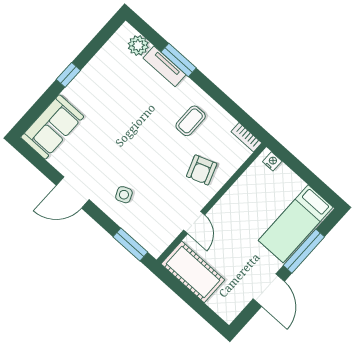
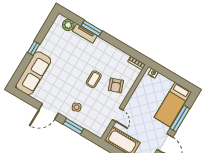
coffee table: (191, 121) -> (94, 79), moved
sofa: (52, 127) -> (33, 73), width x1.36
window: (130, 244) -> (73, 126), moved

